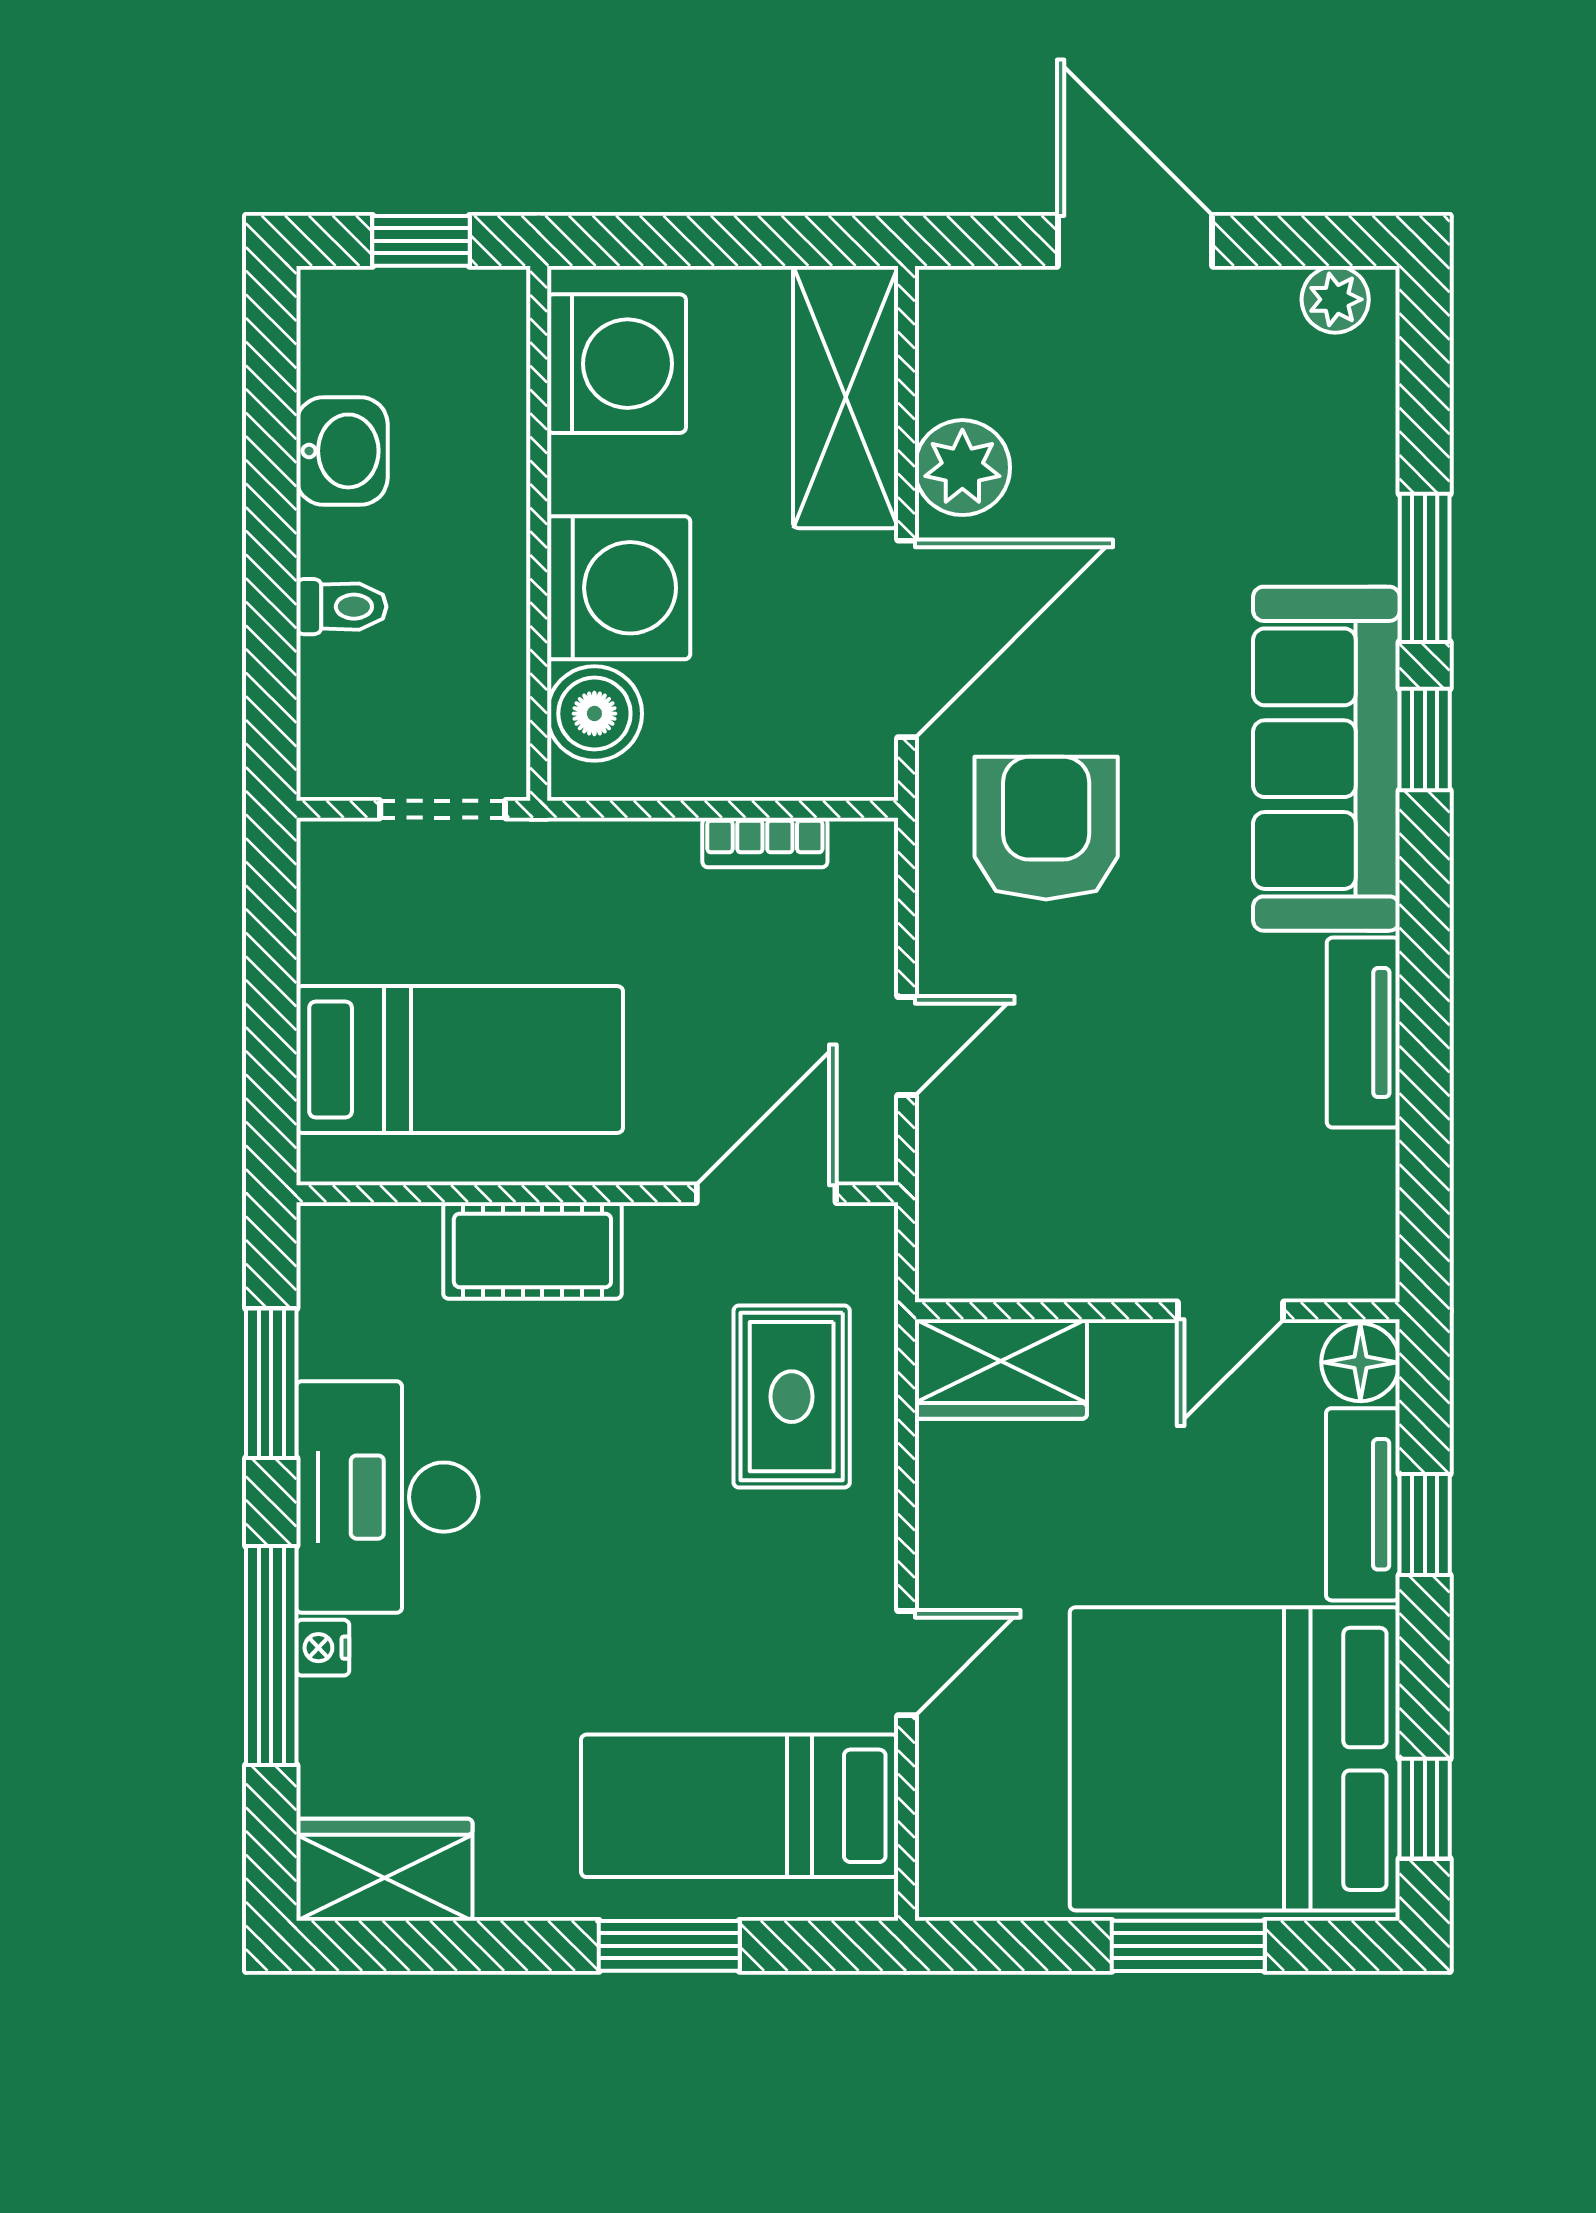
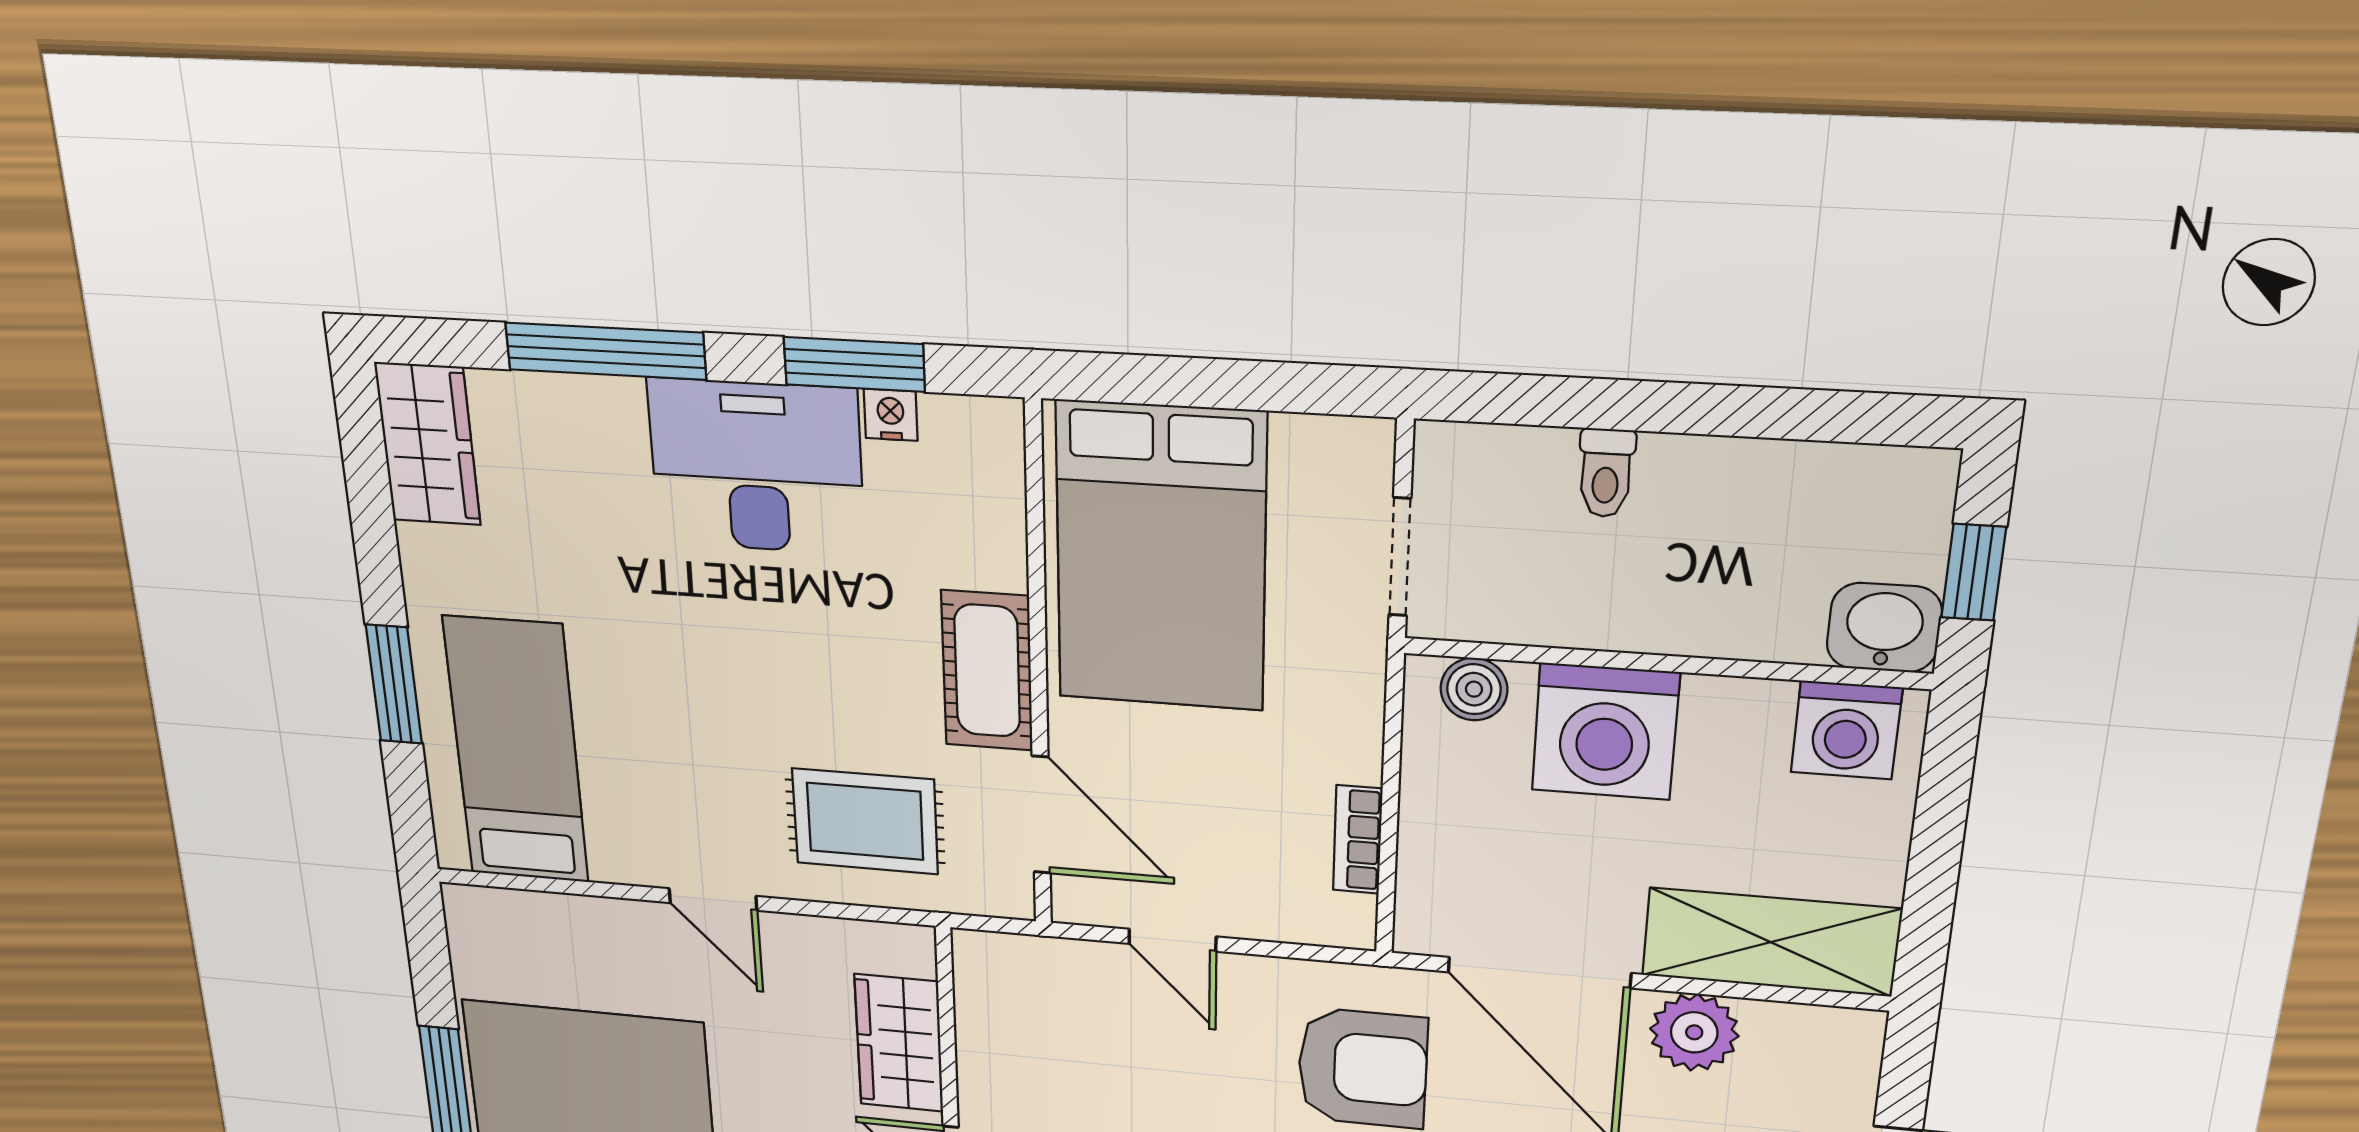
washing machine: (616, 364) -> (1846, 730), width x0.73, depth x0.73
washbasin: (342, 451) -> (1884, 628), moved, turned 180
boiler: (594, 714) -> (1474, 689), width x0.73, depth x0.73
bed: (460, 1060) -> (1161, 557), width x1.50
cot: (532, 1250) -> (987, 671), moved
wardrobe: (1001, 1369) -> (899, 1043), moved
nightstand: (323, 1648) -> (891, 415), moved
door: (906, 1663) -> (713, 899), moved

